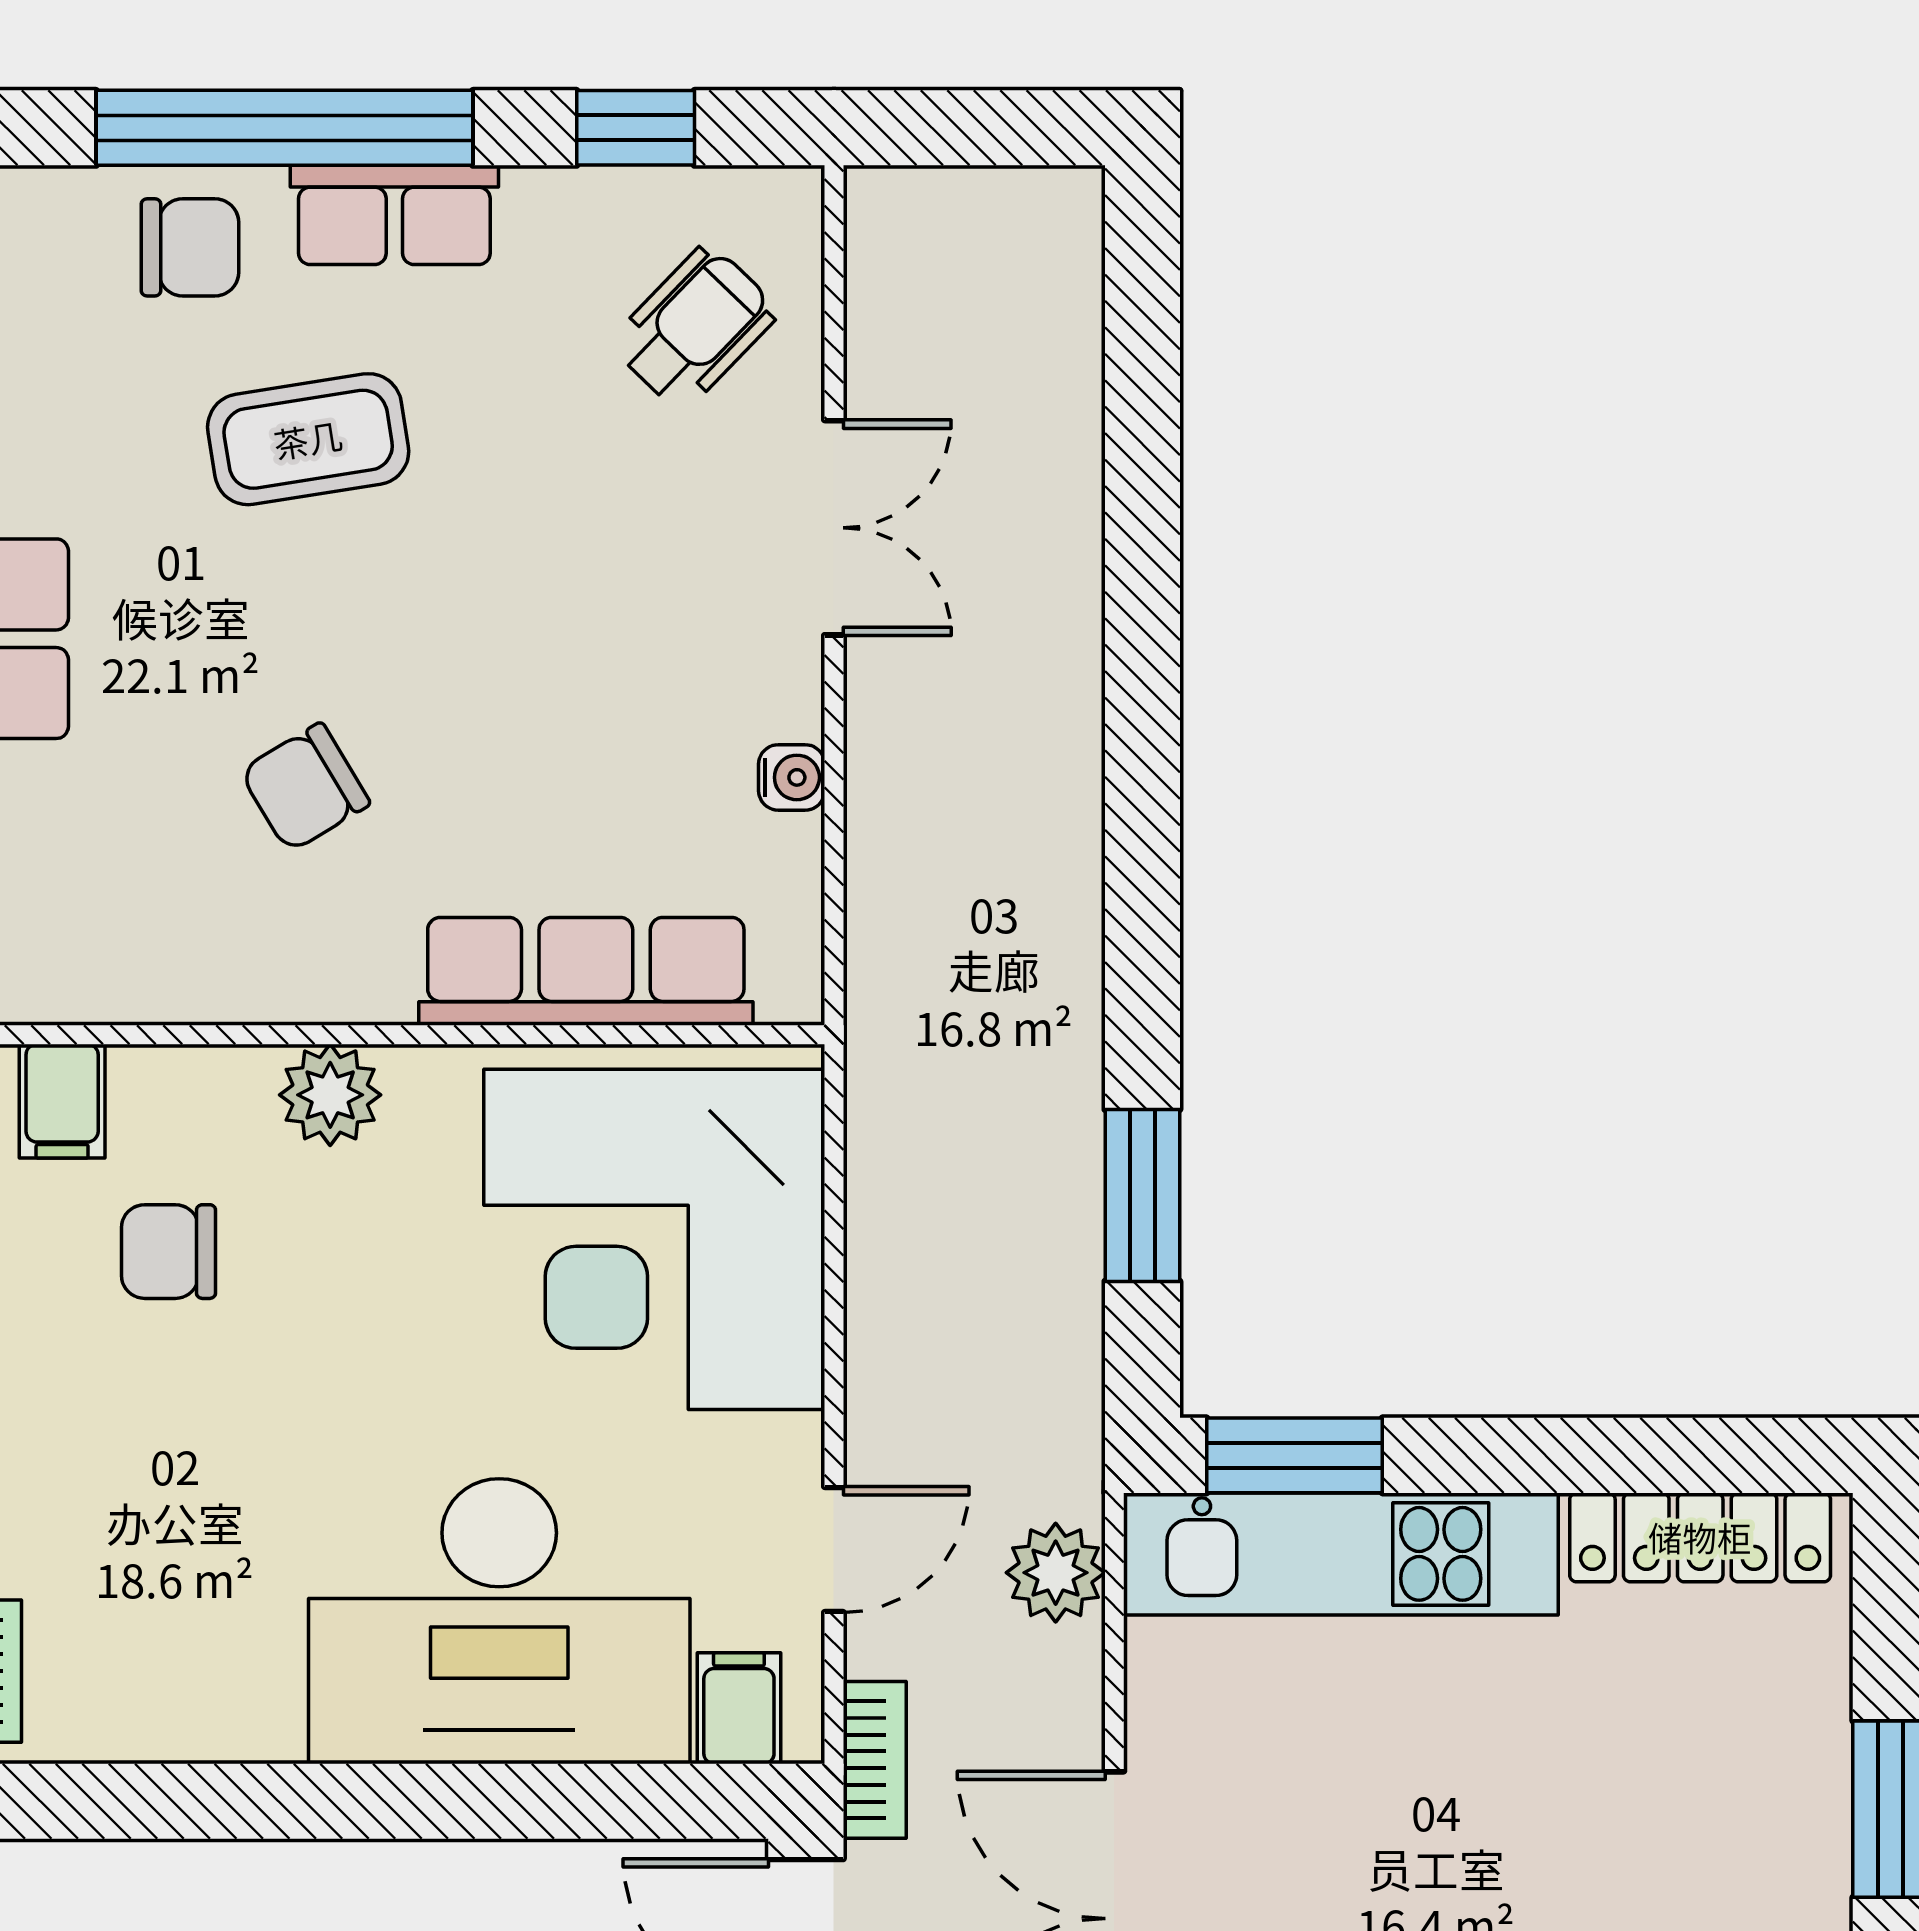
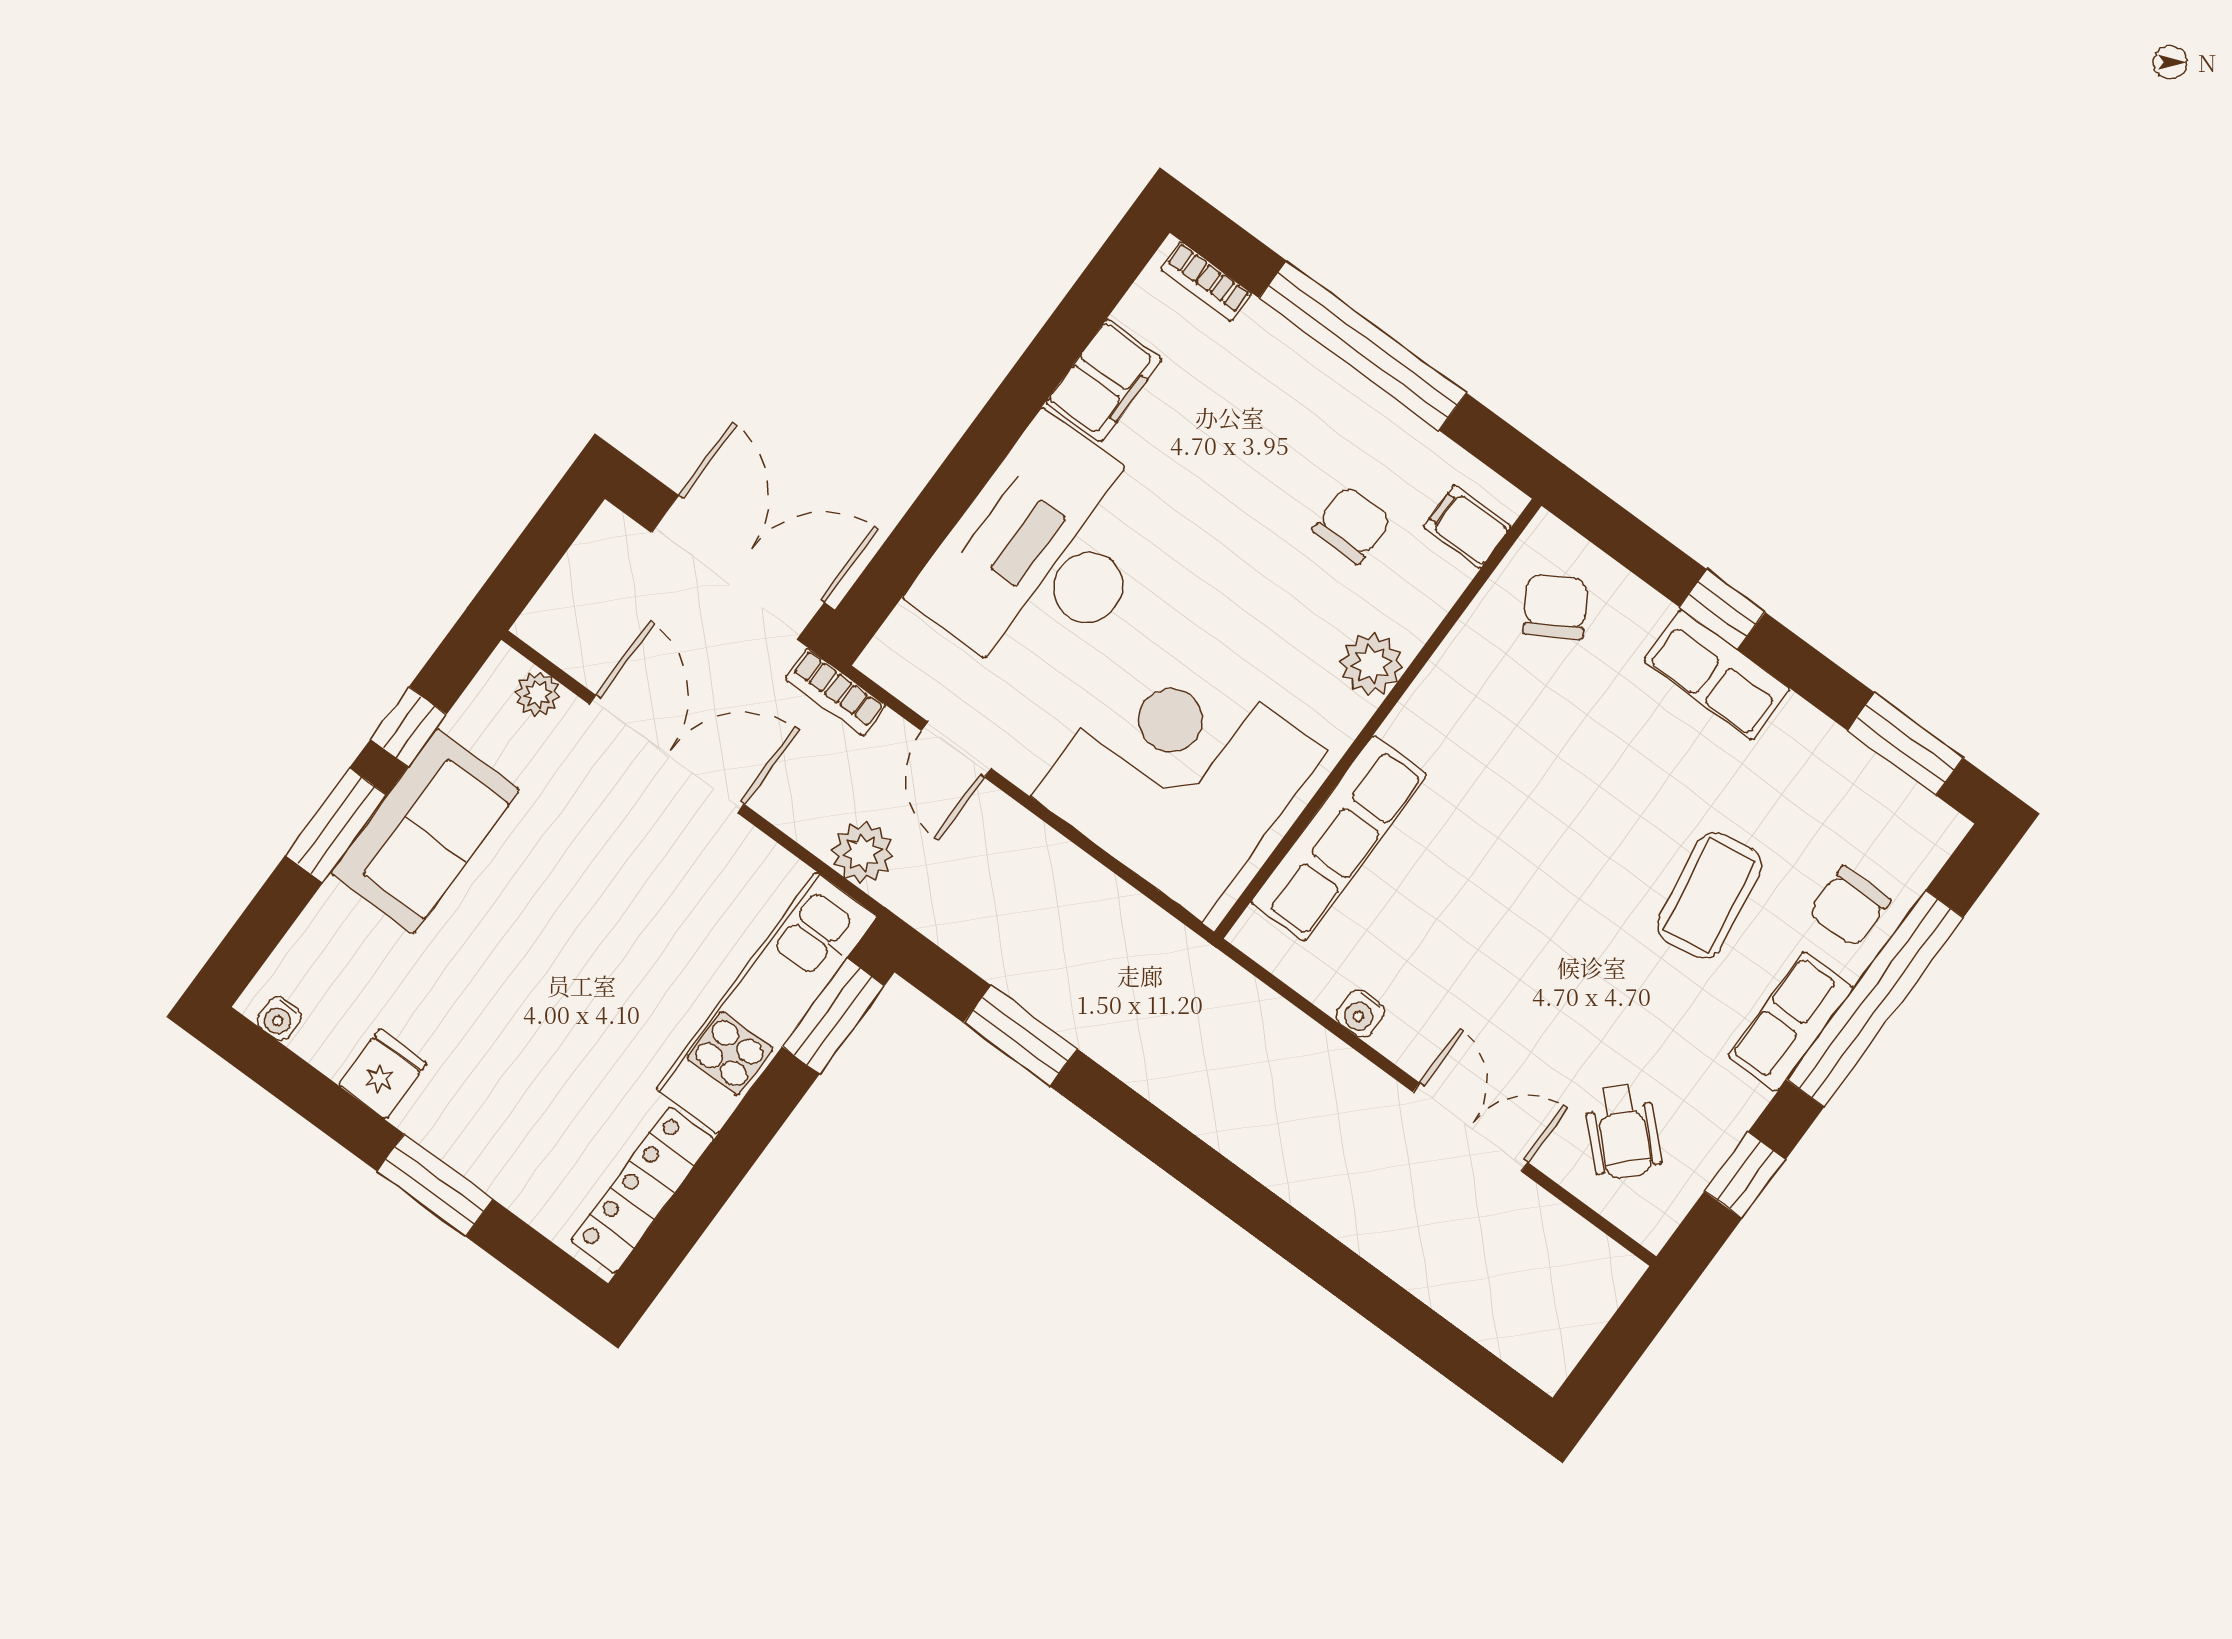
double door: (834, 528) -> (1470, 1127), swing flipped
chair: (305, 787) -> (1556, 607), moved
filing cabinet: (739, 1708) -> (1104, 381), moved, width x2.00

